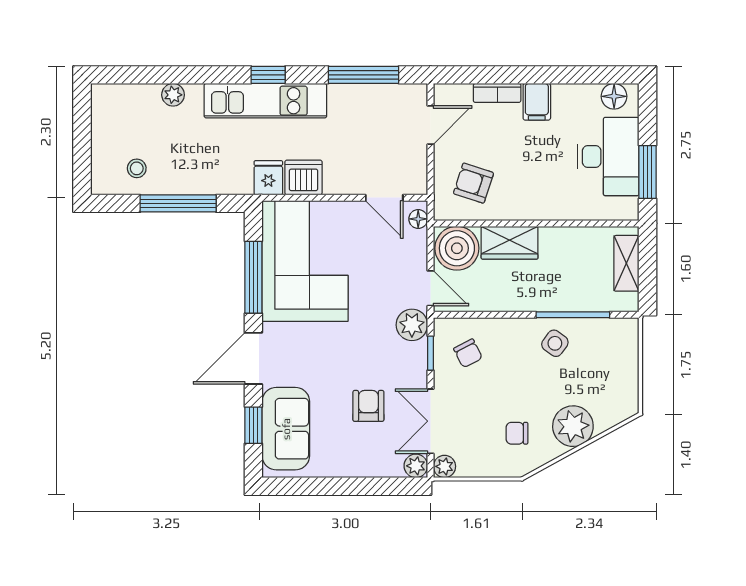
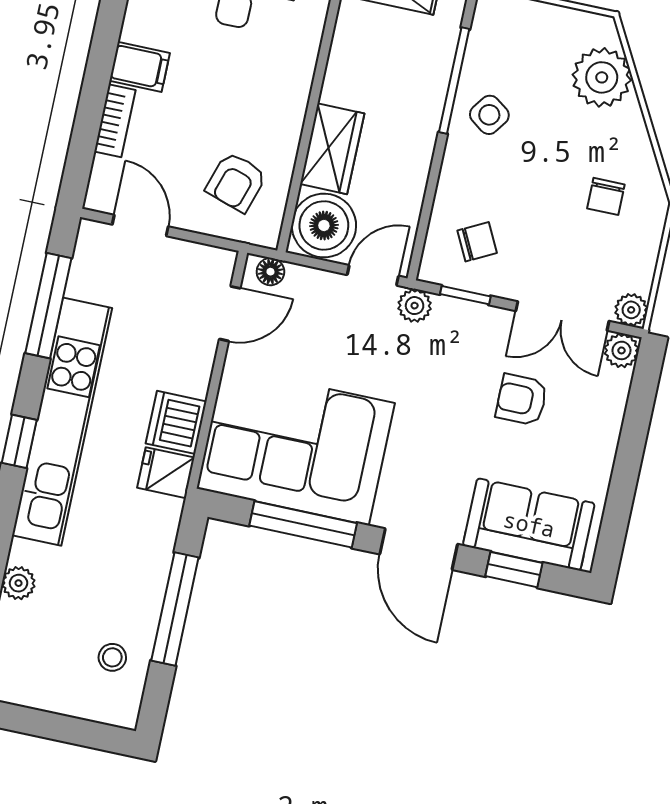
kitchen unit: (265, 101) -> (62, 422), width x1.36
plant: (412, 325) -> (415, 306), width x0.73, depth x0.73
plant: (573, 426) -> (602, 77), moved

